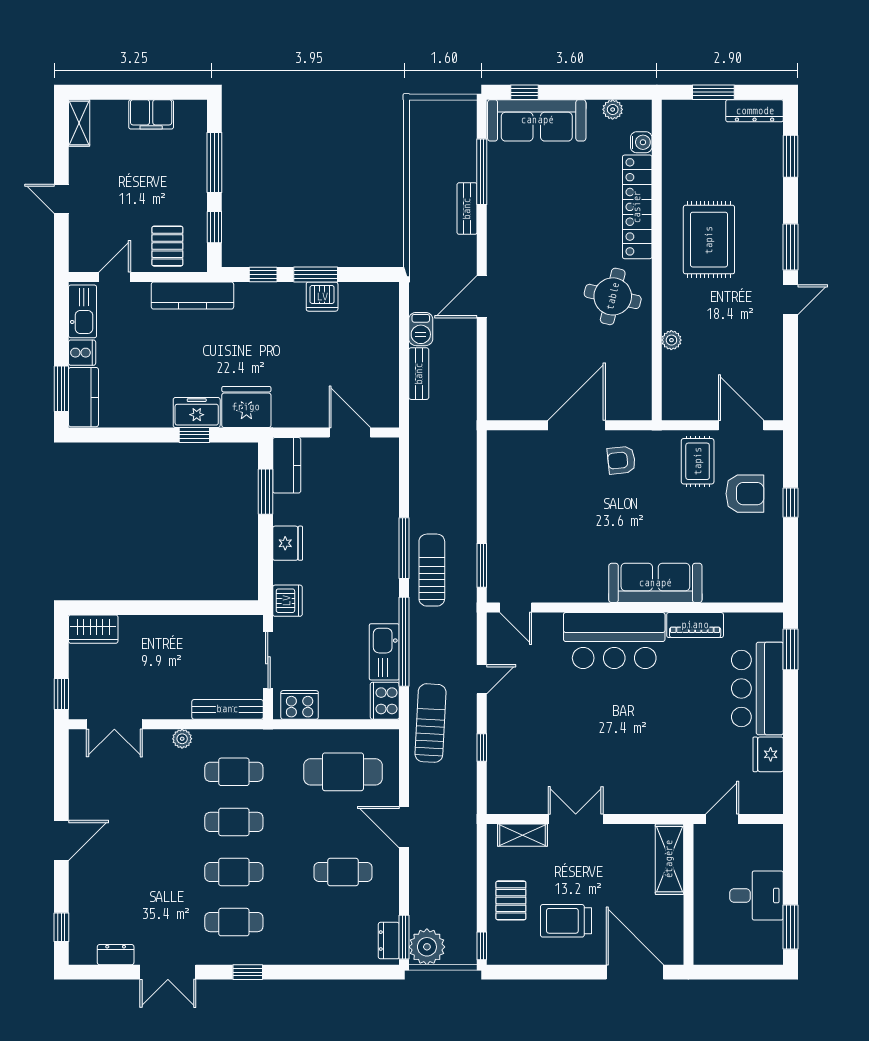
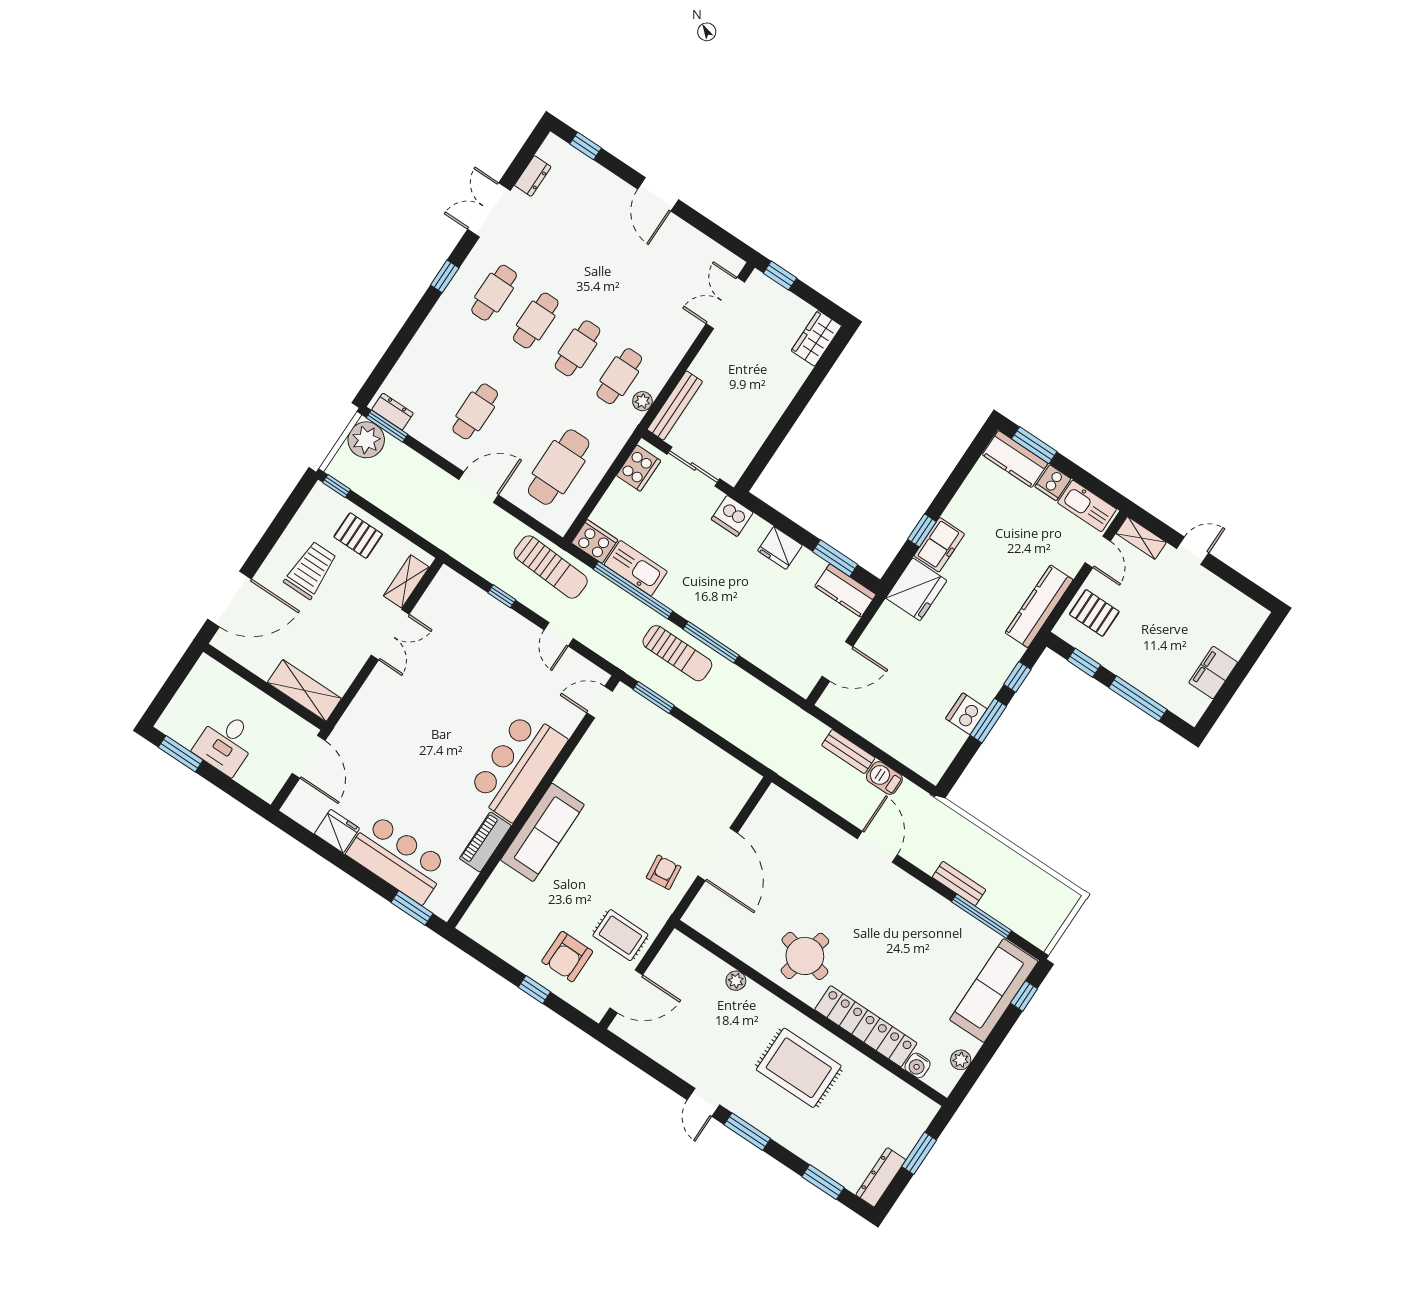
shelving: (79, 123) -> (1141, 538), moved
plant: (182, 739) -> (642, 401), moved
door: (722, 819) -> (309, 757), width x1.38

